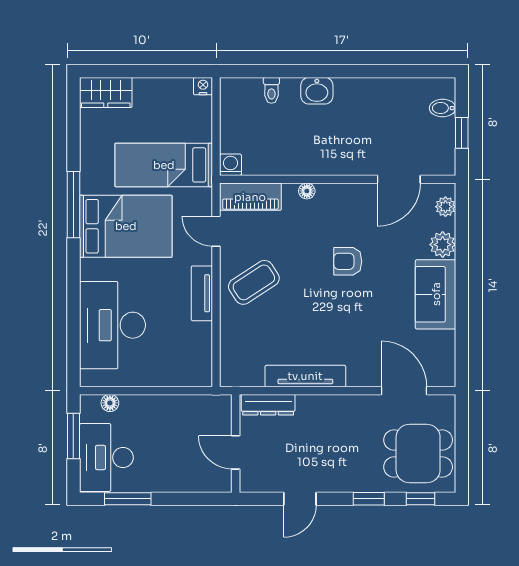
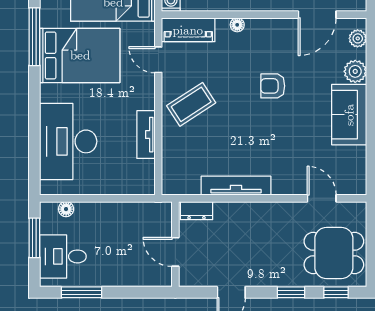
tv unit: (202, 293) -> (146, 135), moved
door: (404, 391) -> (322, 198), width x0.73
dresser: (268, 405) -> (197, 211), width x0.70
desk: (106, 457) -> (63, 256), width x0.73

